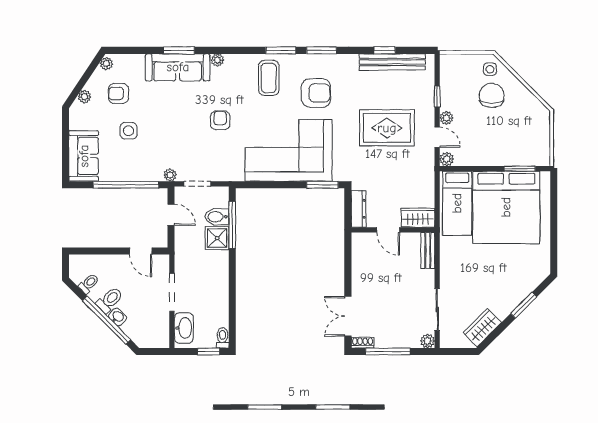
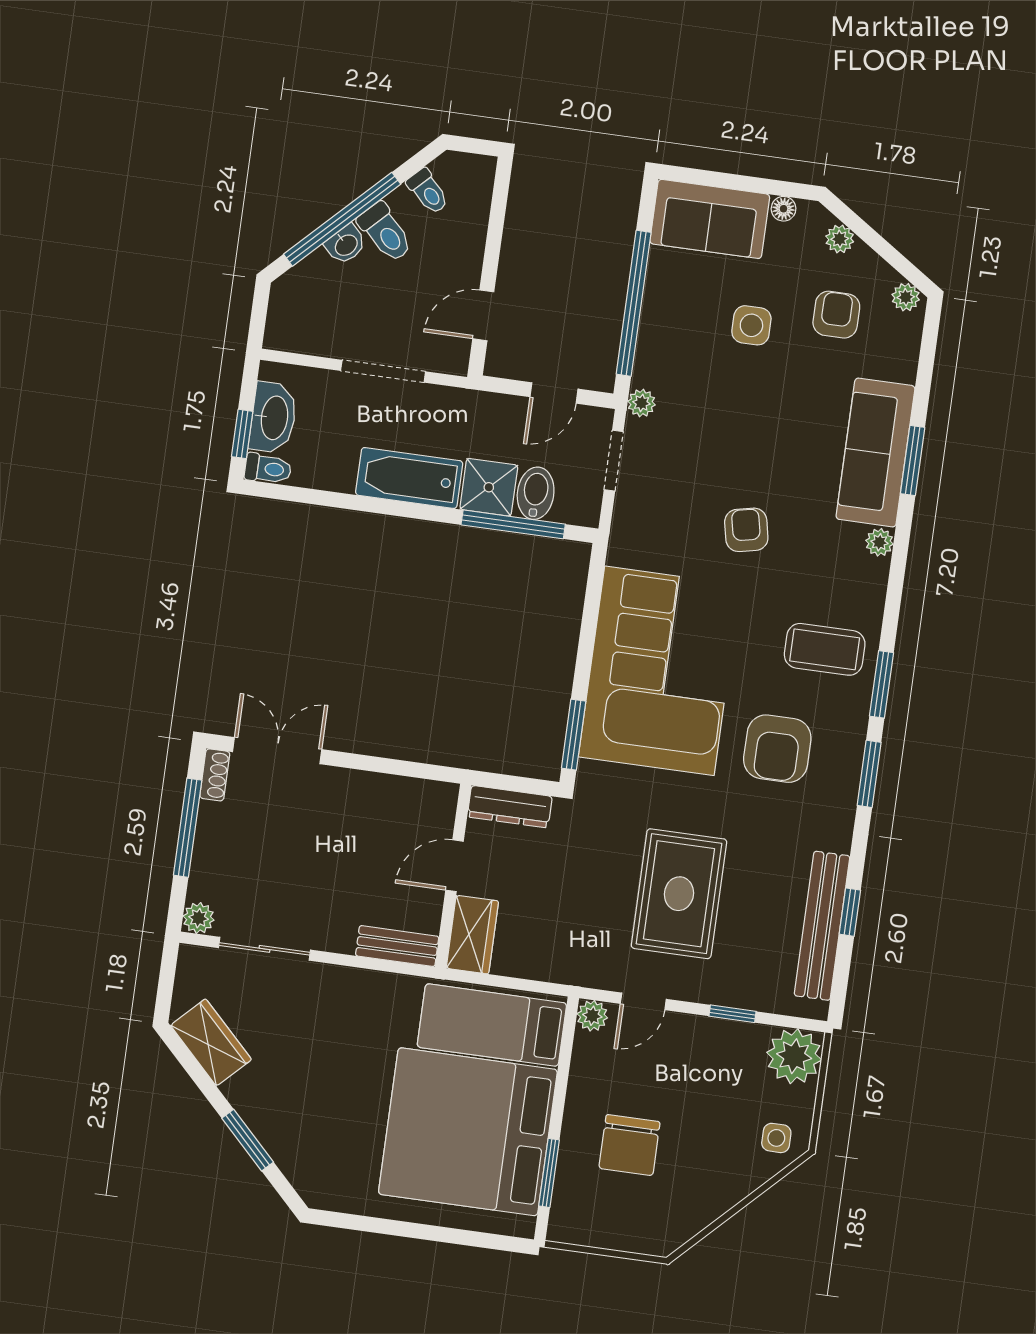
chair: (492, 95) -> (629, 1145), moved, turned 90
plant: (446, 118) -> (794, 1056), moved, width x1.88, depth x1.88
armchair: (220, 120) -> (746, 530), turned -102
floor lamp: (74, 124) -> (784, 209), added
bathtub: (218, 274) -> (409, 478), added
washbasin: (184, 328) -> (273, 418), moved, turned -90

